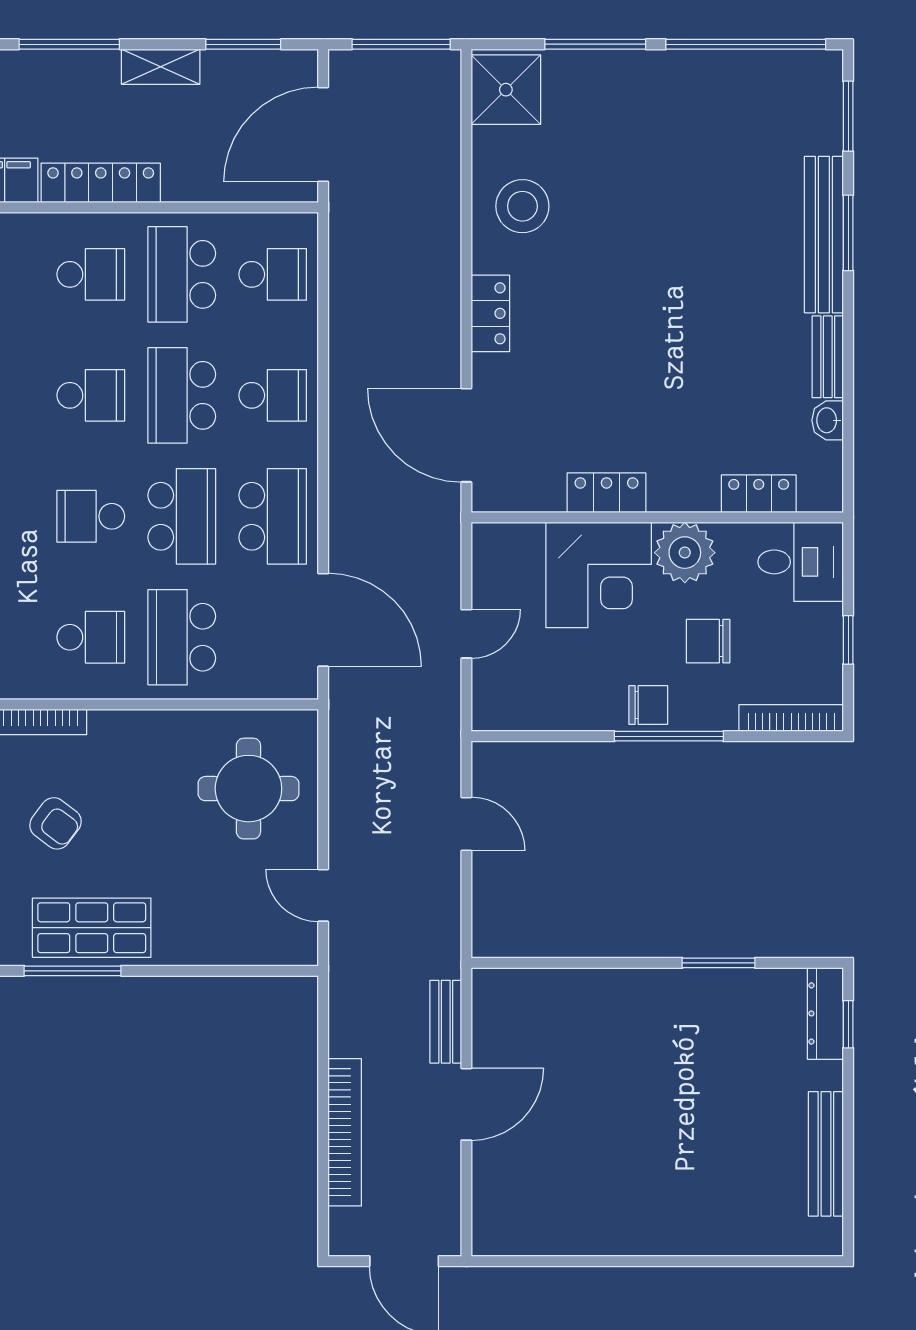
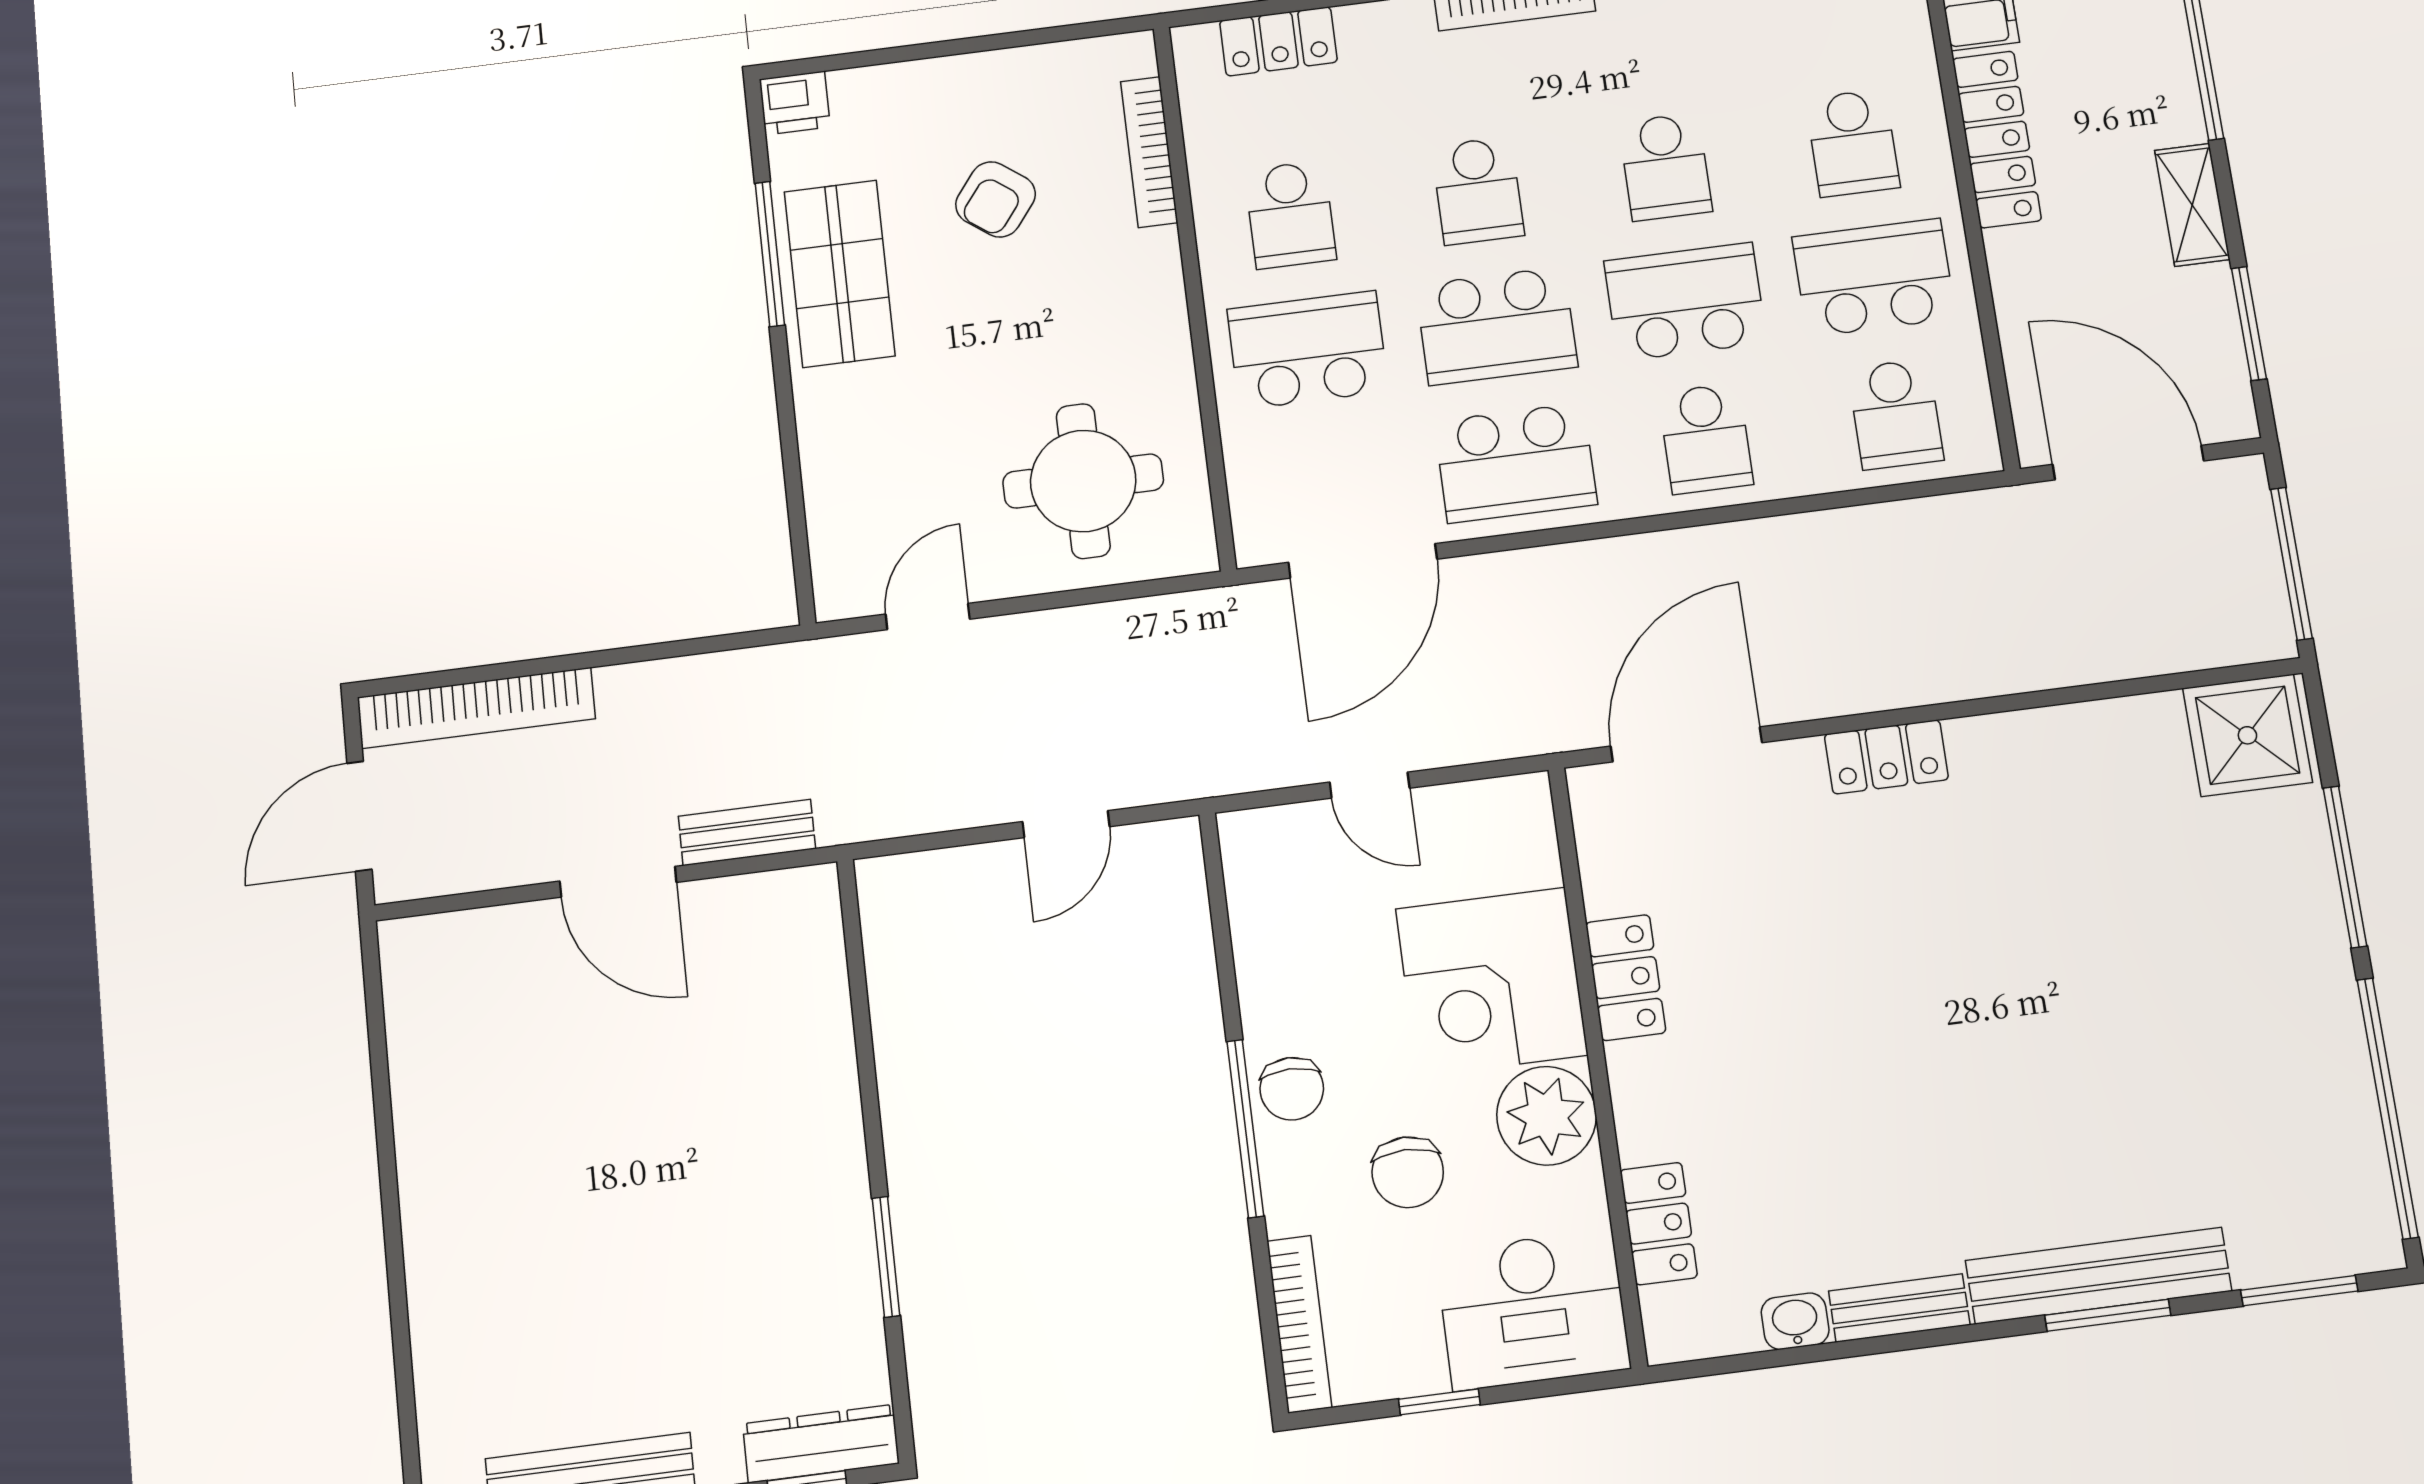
stool: (522, 206) -> (2066, 785), removed
school desk: (91, 516) -> (1478, 191), turned 180
desk: (801, 562) -> (1533, 1310), width x1.37
chair: (708, 641) -> (1408, 1172), turned 180
bookcase: (345, 1132) -> (476, 708), moved

